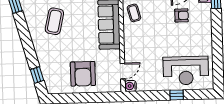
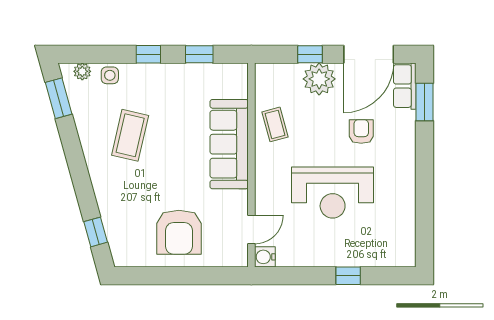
armchair: (181, 15) -> (361, 132), turned -90
reception desk: (186, 71) -> (333, 193), moved

